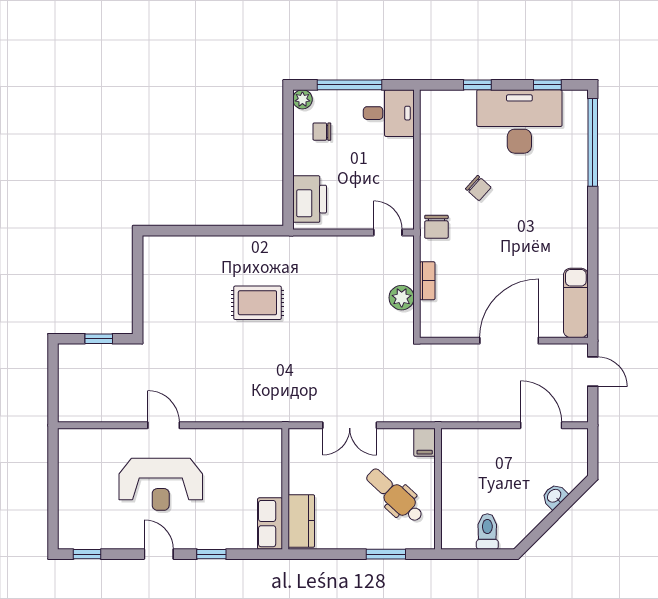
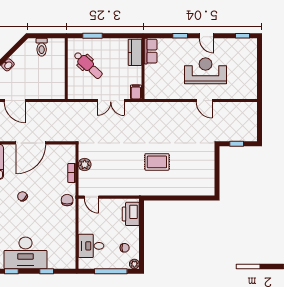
desk: (389, 113) -> (91, 246), moved
chair: (478, 188) -> (22, 196), moved
double door: (350, 425) -> (111, 100), swing flipped
filing cabinet: (425, 442) -> (136, 92), moved

